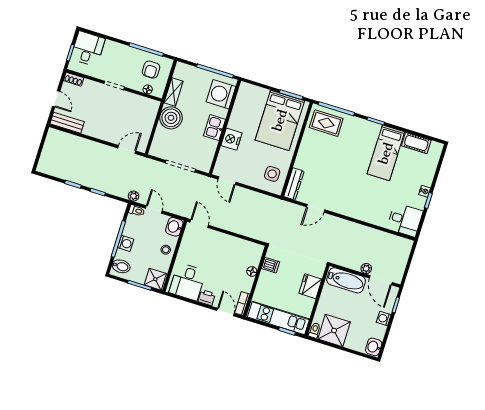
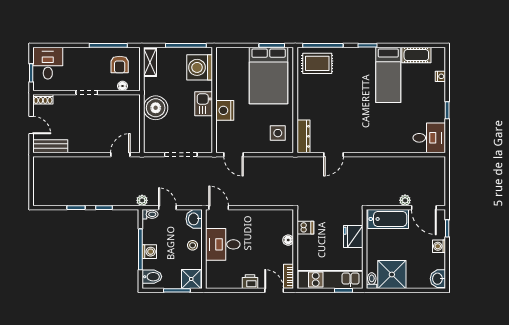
shelving: (174, 92) -> (150, 62), moved
nightstand: (425, 191) -> (440, 76), moved
desk: (187, 282) -> (223, 244), moved, turned 90

